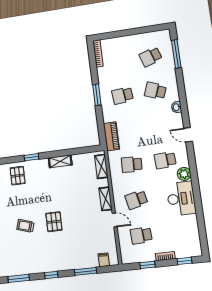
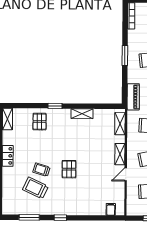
door: (115, 220) -> (126, 174), swing flipped
trolley: (21, 246) -> (35, 188), added
window: (85, 271) -> (93, 218), removed

